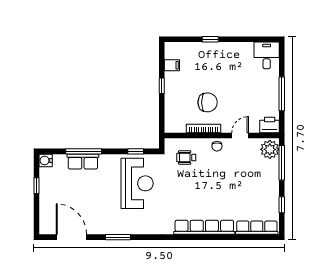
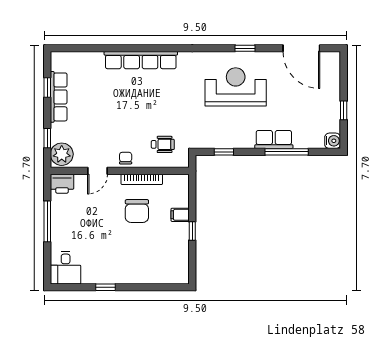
window: (210, 39) -> (105, 287), moved
filing cabinet: (172, 65) -> (180, 215), moved
chair: (208, 102) -> (137, 211), turned -90
row of seats: (83, 162) -> (274, 140), moved
window: (282, 163) -> (47, 138), width x0.46
reception desk: (137, 183) -> (236, 87), moved, turned 90
row of seats: (257, 228) -> (59, 97), moved, turned -90
window: (118, 237) -> (245, 48), width x0.67

